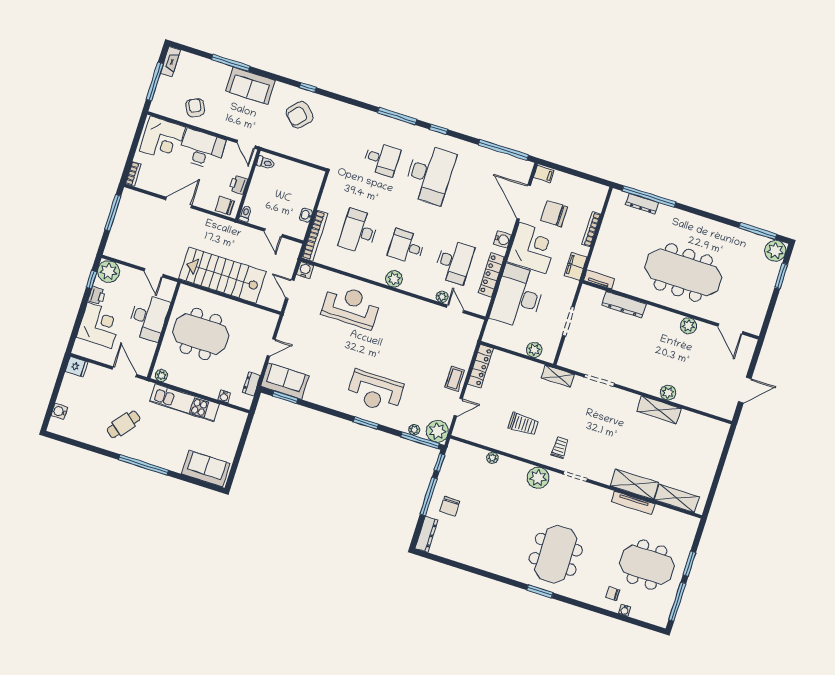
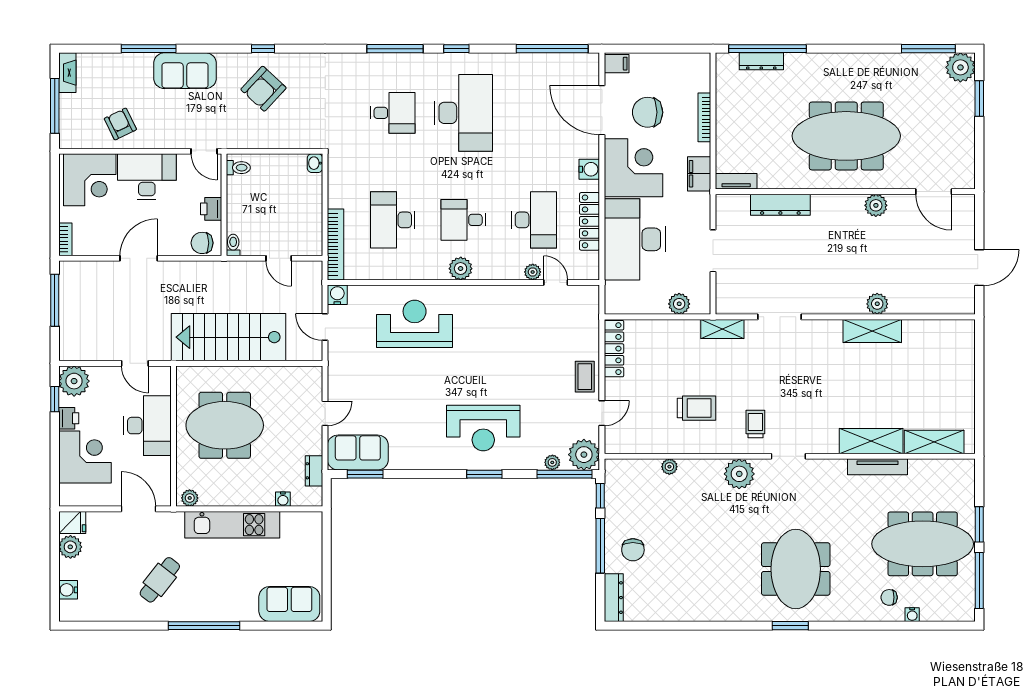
washbasin: (306, 215) -> (315, 163), moved
plant: (70, 383) -> (70, 547), added
meeting table: (647, 565) -> (923, 544), width x1.36

